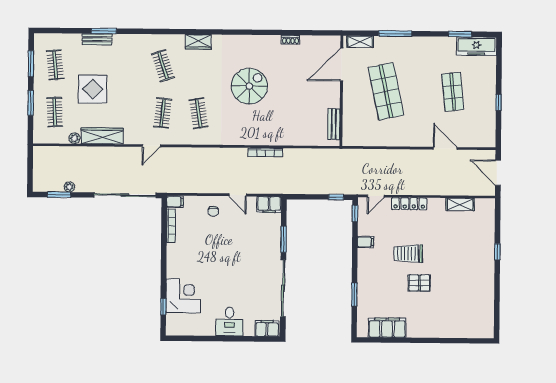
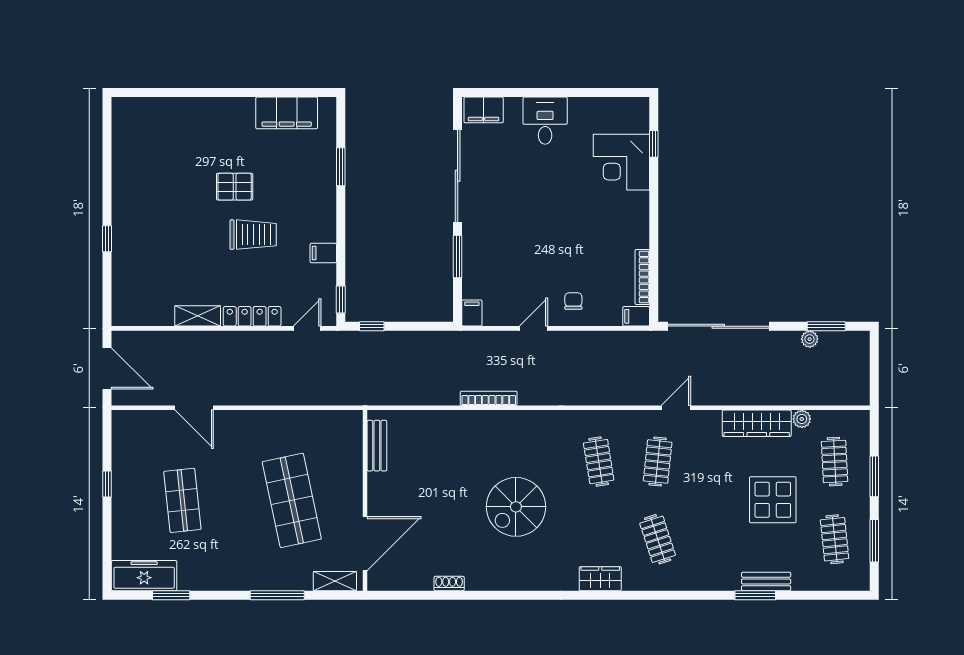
door: (238, 195) -> (534, 328), hinge flipped
shelving: (460, 204) -> (198, 316), moved
filing cabinet: (269, 205) -> (472, 313), width x0.50

